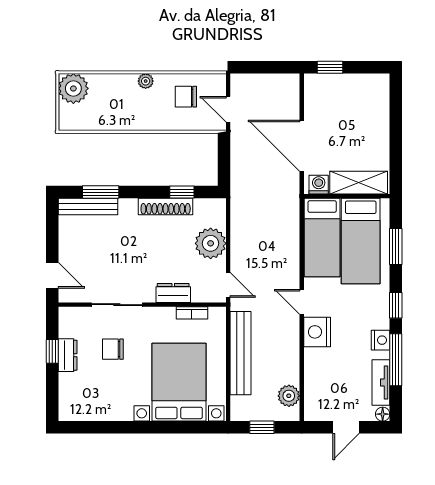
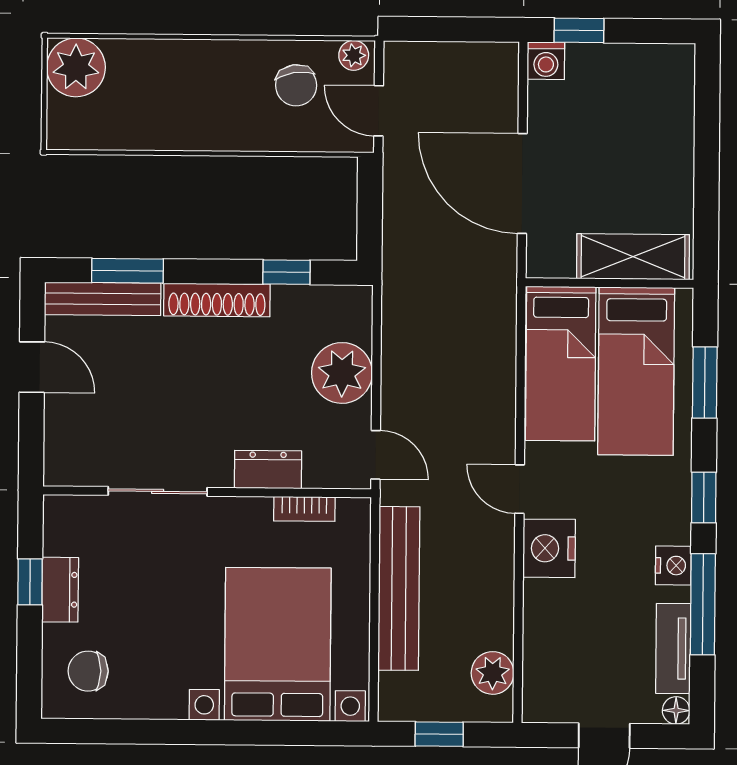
plant: (146, 81) -> (354, 55), moved
chair: (186, 97) -> (296, 85), turned -99
washing machine: (319, 185) -> (546, 61), moved, turned 180
shoe rack: (166, 207) -> (217, 300), moved
door: (52, 275) -> (32, 367), moved
chair: (113, 349) -> (88, 671), moved

